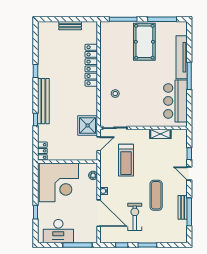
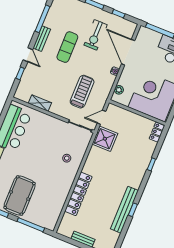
bench: (43, 101) -> (124, 210), moved
bench: (183, 207) -> (42, 39), moved

